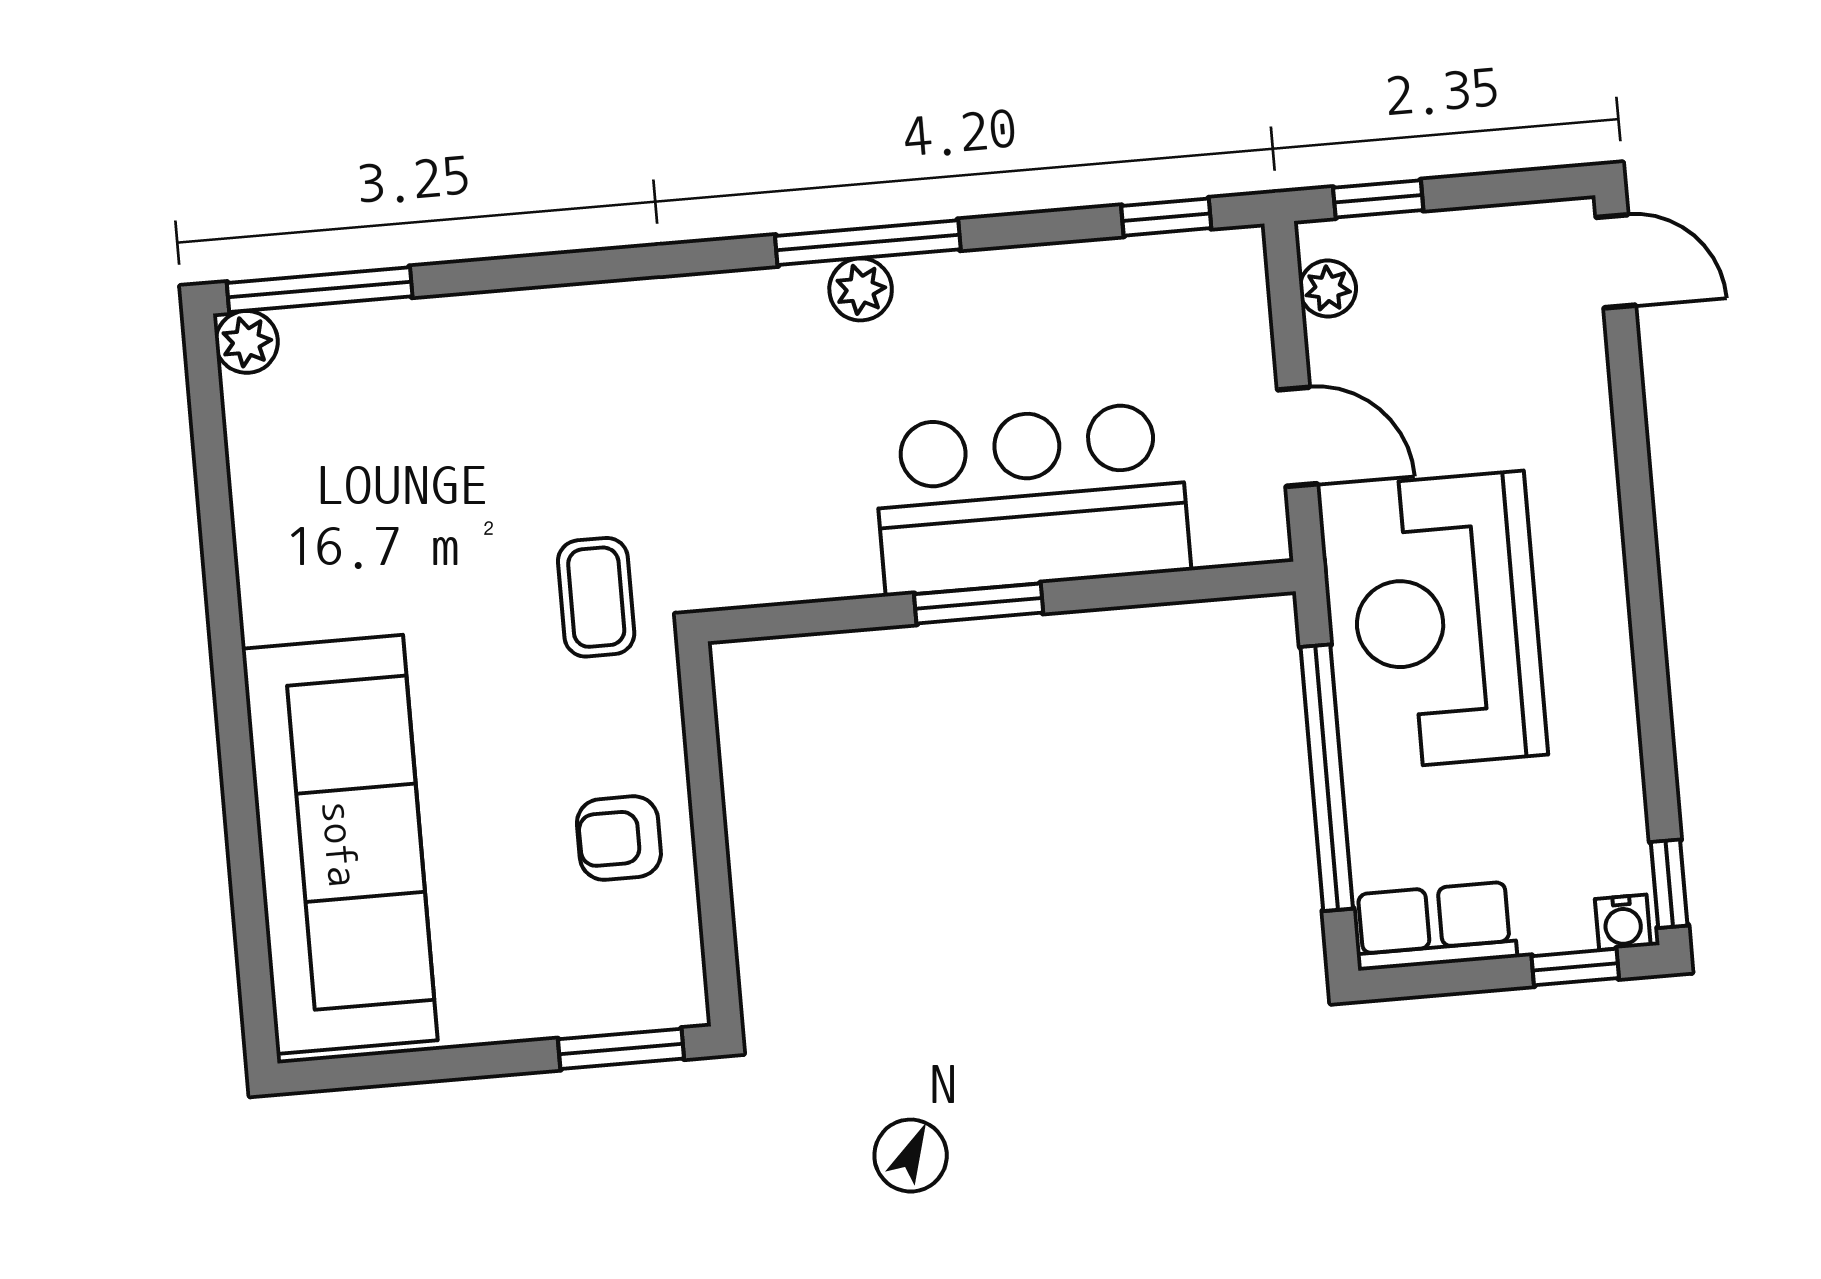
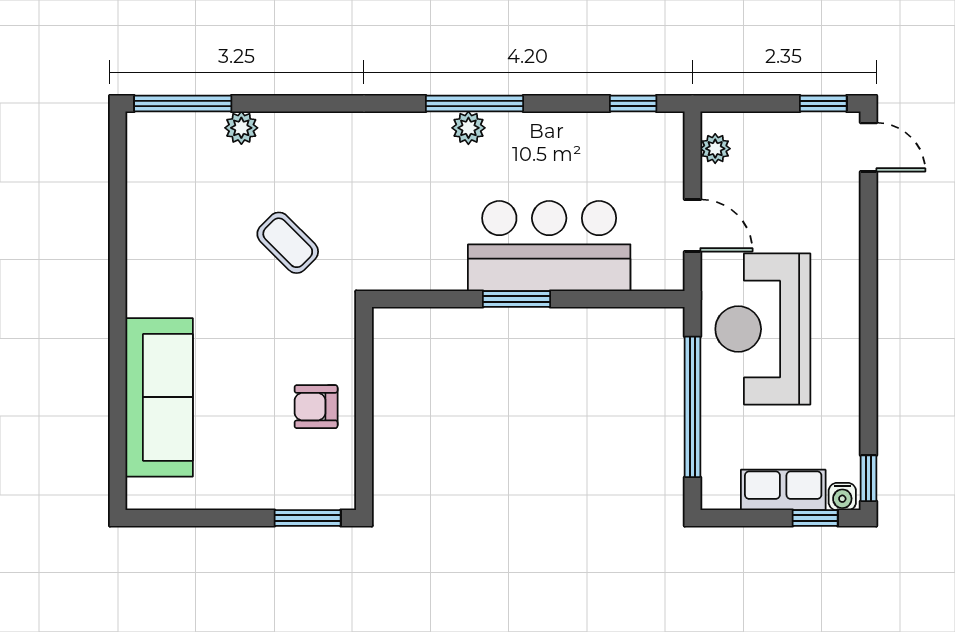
window: (1378, 199) -> (823, 103), moved
plant: (247, 342) -> (241, 128), moved
coffee table: (596, 597) -> (288, 243), moved, turned -45
sofa: (340, 844) -> (159, 397), width x0.74, depth x0.79
row of seats: (1434, 926) -> (783, 490), moved

